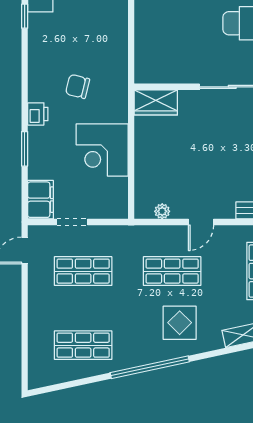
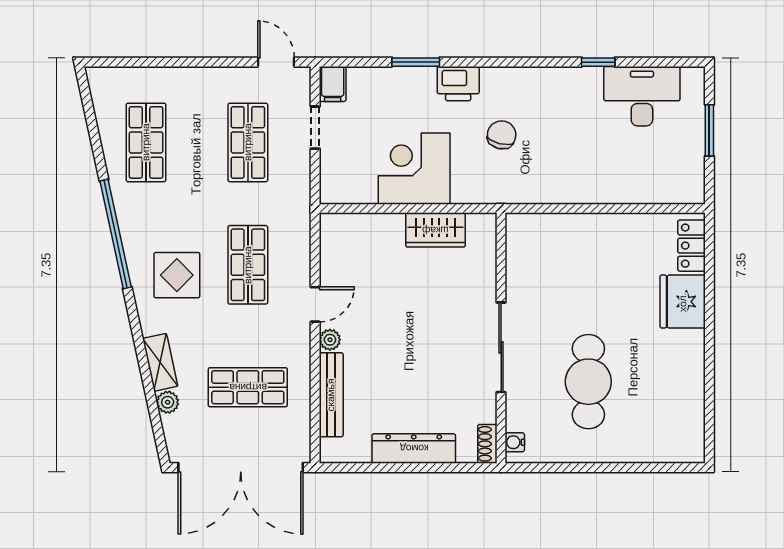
wardrobe: (156, 102) -> (435, 230), moved, turned -90
printer: (38, 114) -> (458, 84), width x1.36, depth x1.24
filing cabinet: (41, 200) -> (333, 84), width x0.50
plant: (162, 211) -> (330, 340), moved
door: (201, 222) -> (315, 304), swing flipped

